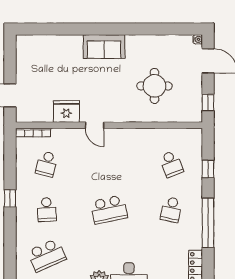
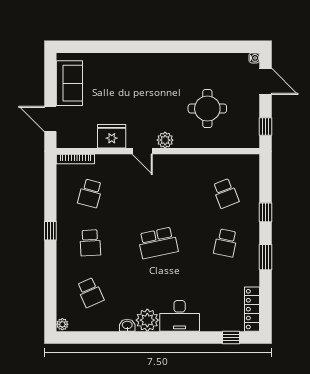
sofa: (104, 47) -> (69, 83), moved, turned -90
plant: (116, 115) -> (165, 140), added
window: (208, 169) -> (265, 212), moved
window: (208, 223) -> (265, 257), width x0.47
school desk: (47, 255) -> (90, 292), width x0.54

